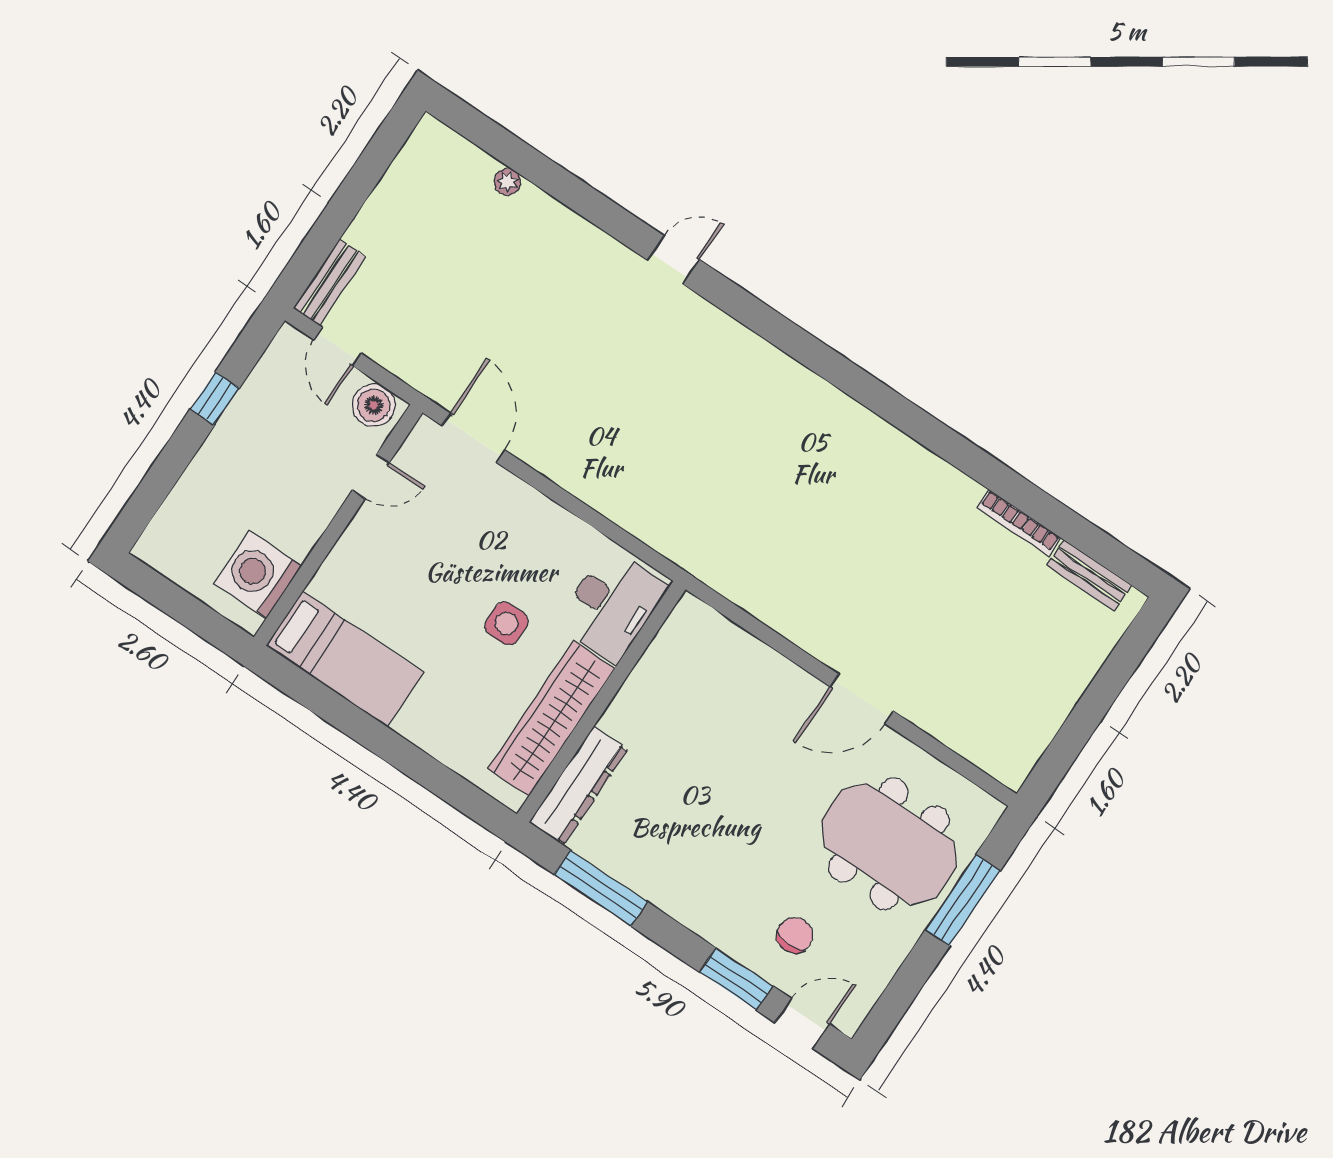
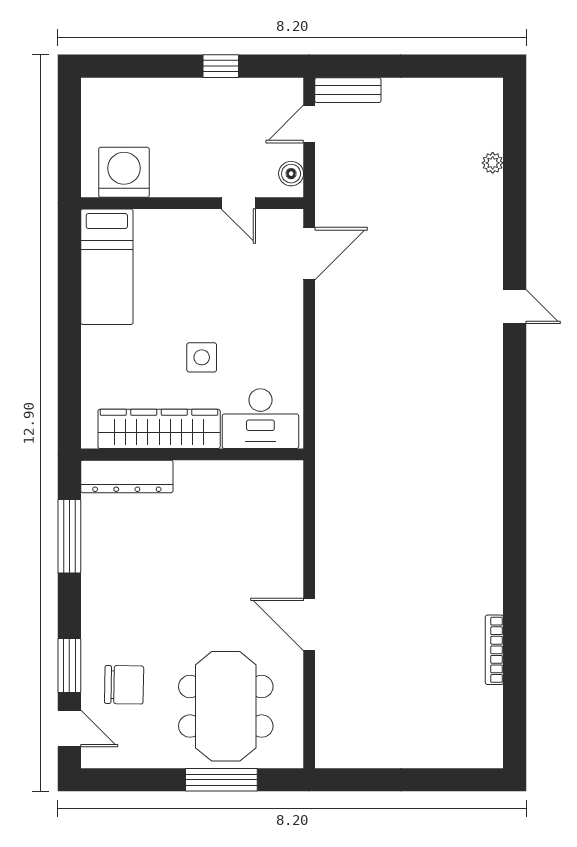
boiler: (374, 405) -> (291, 174), width x0.73, depth x0.73
bench: (1089, 575) -> (491, 719), removed
chair: (795, 935) -> (124, 685), width x1.37, depth x1.37

